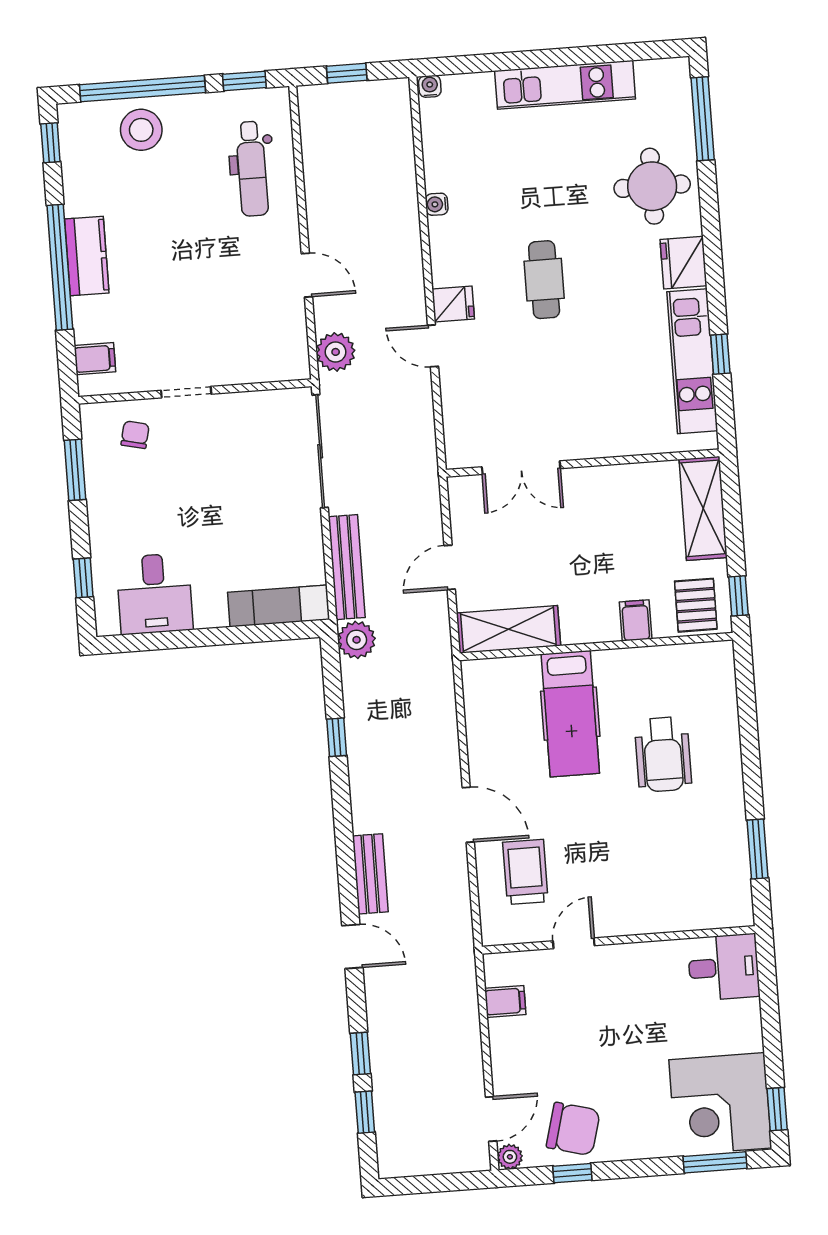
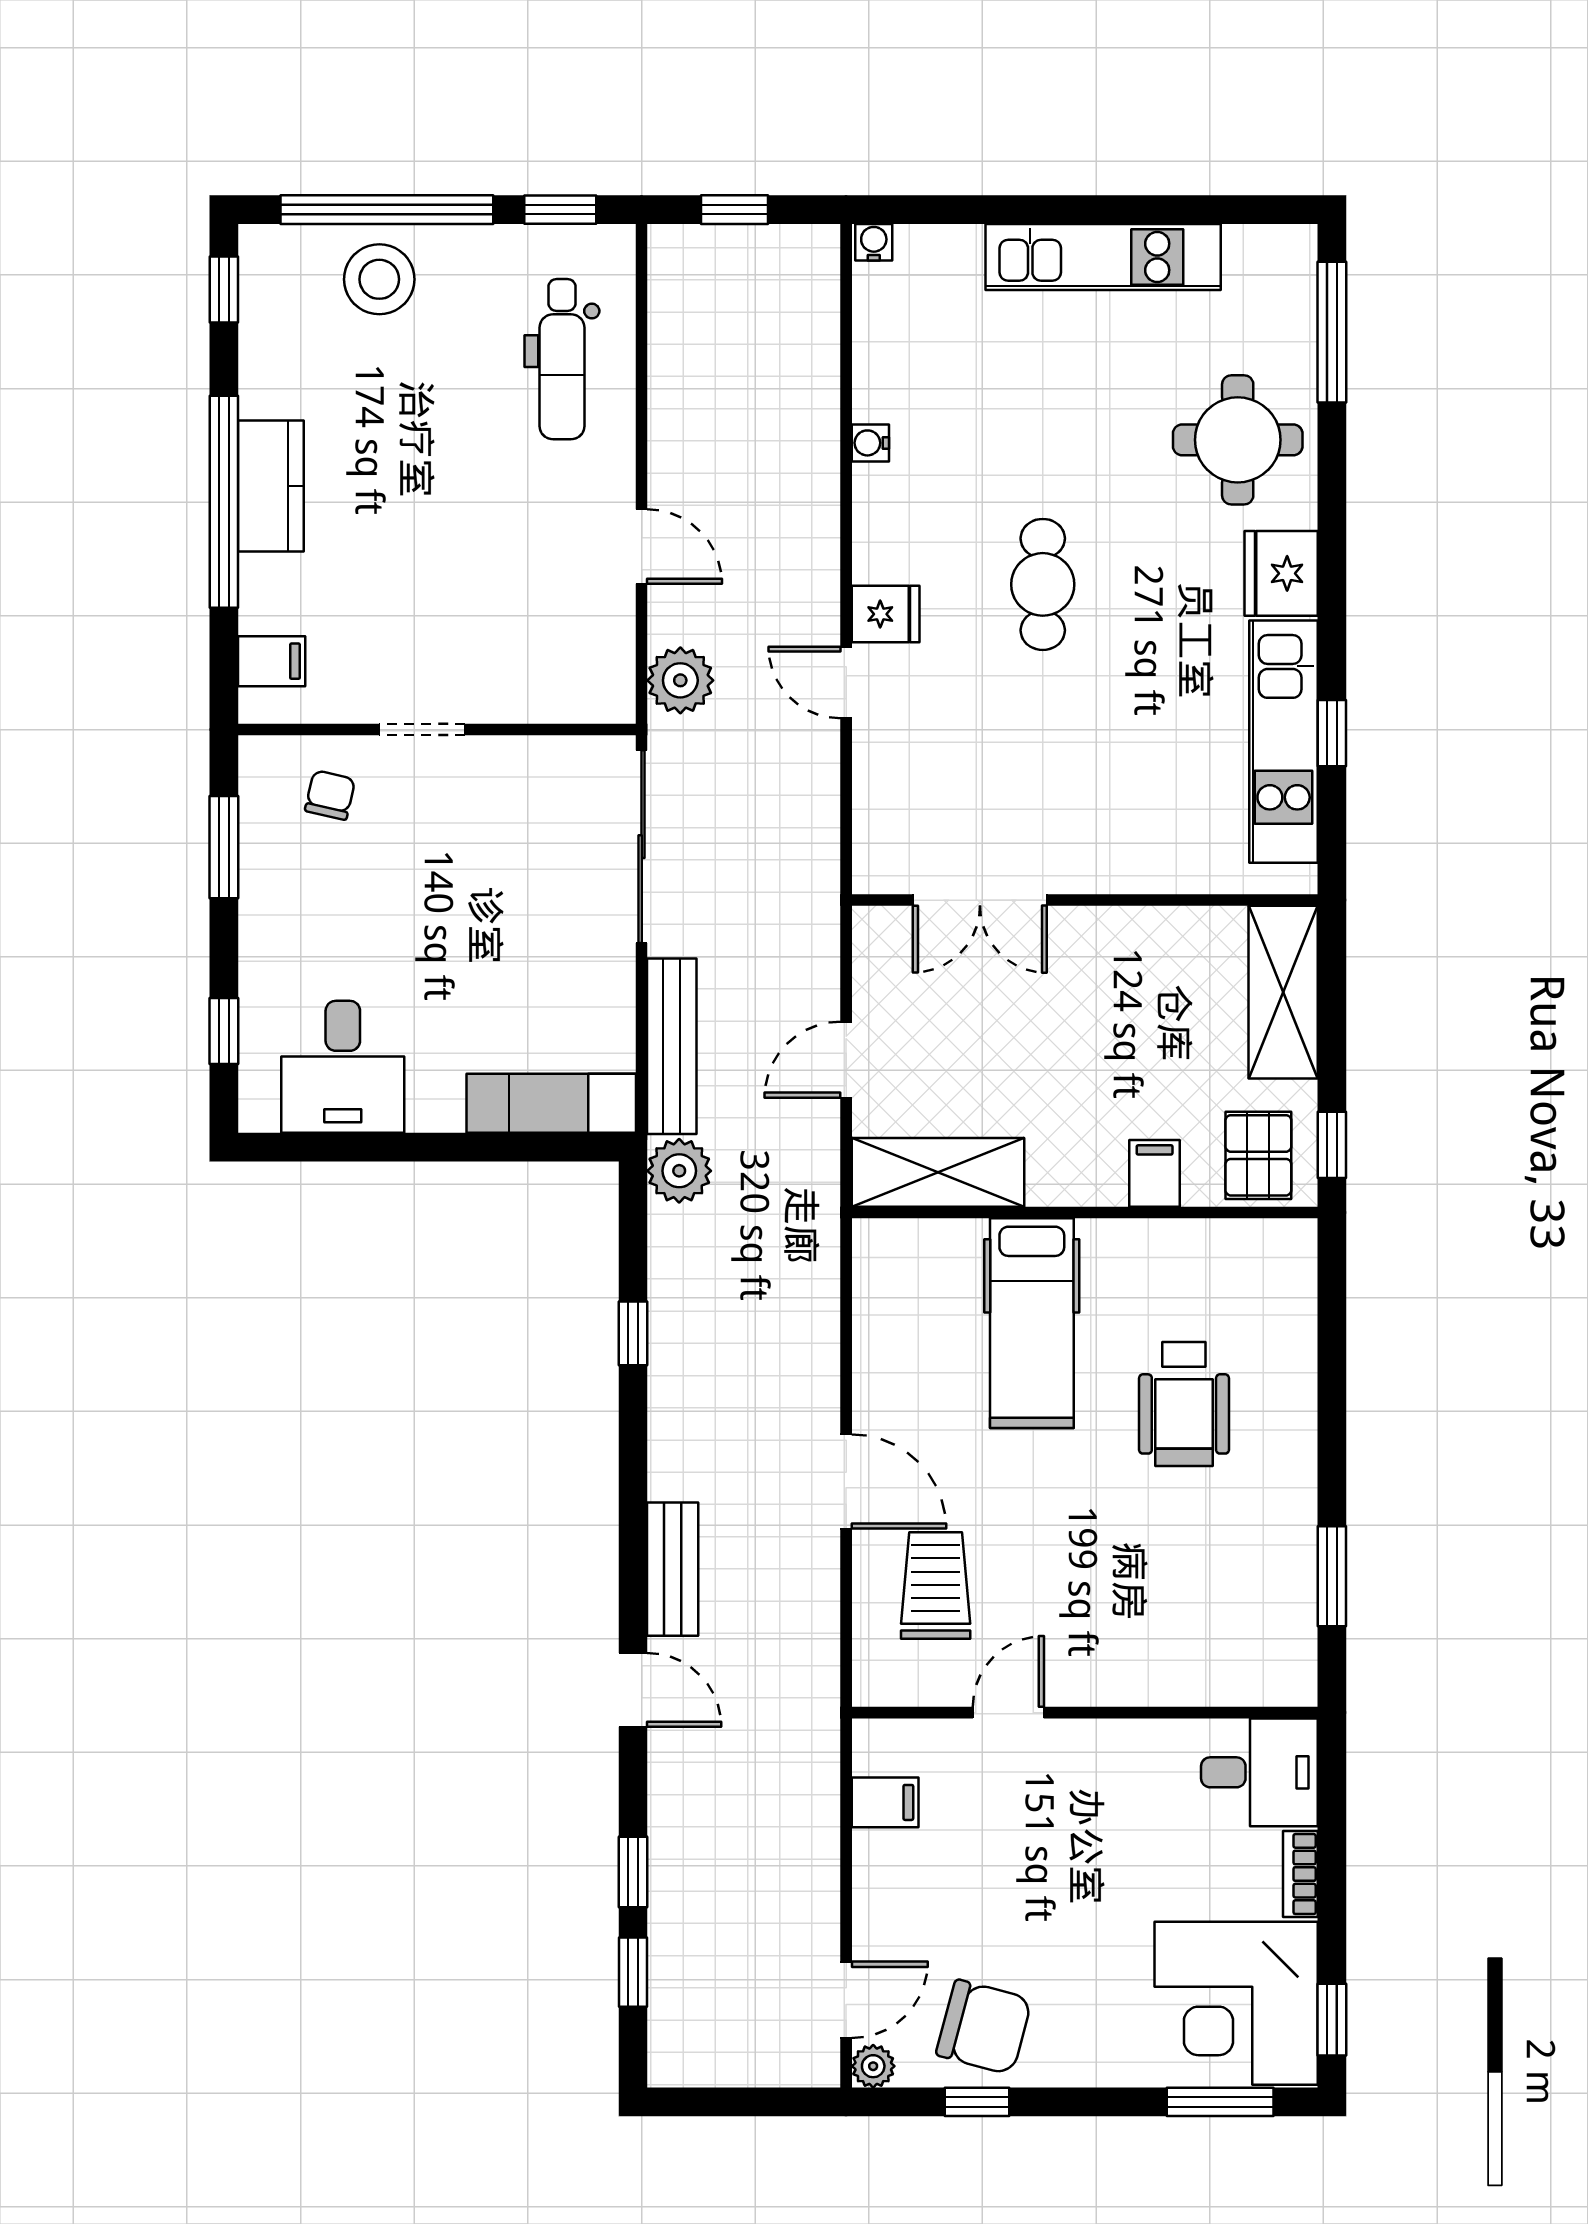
bookcase: (752, 1025) -> (1300, 1874), added

